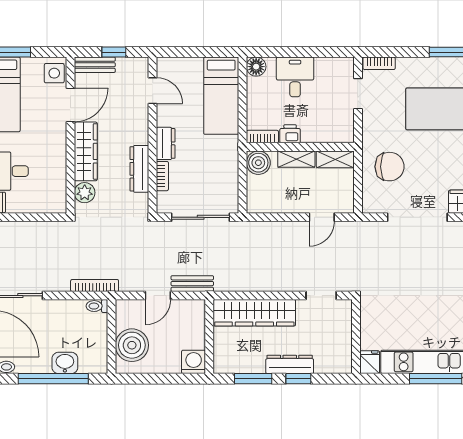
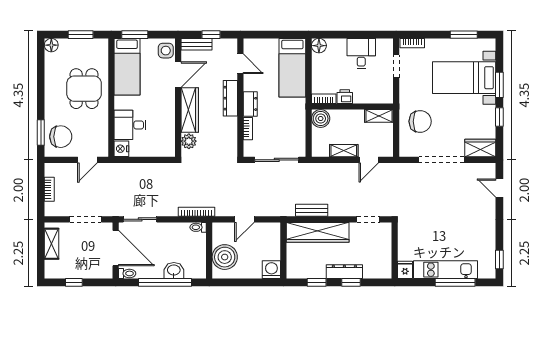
desk: (295, 77) -> (361, 53), moved
shelving: (296, 159) -> (344, 151), moved
dresser: (139, 169) -> (230, 98), moved
bench: (192, 284) -> (312, 210), moved
window: (253, 379) -> (317, 282), width x0.67

